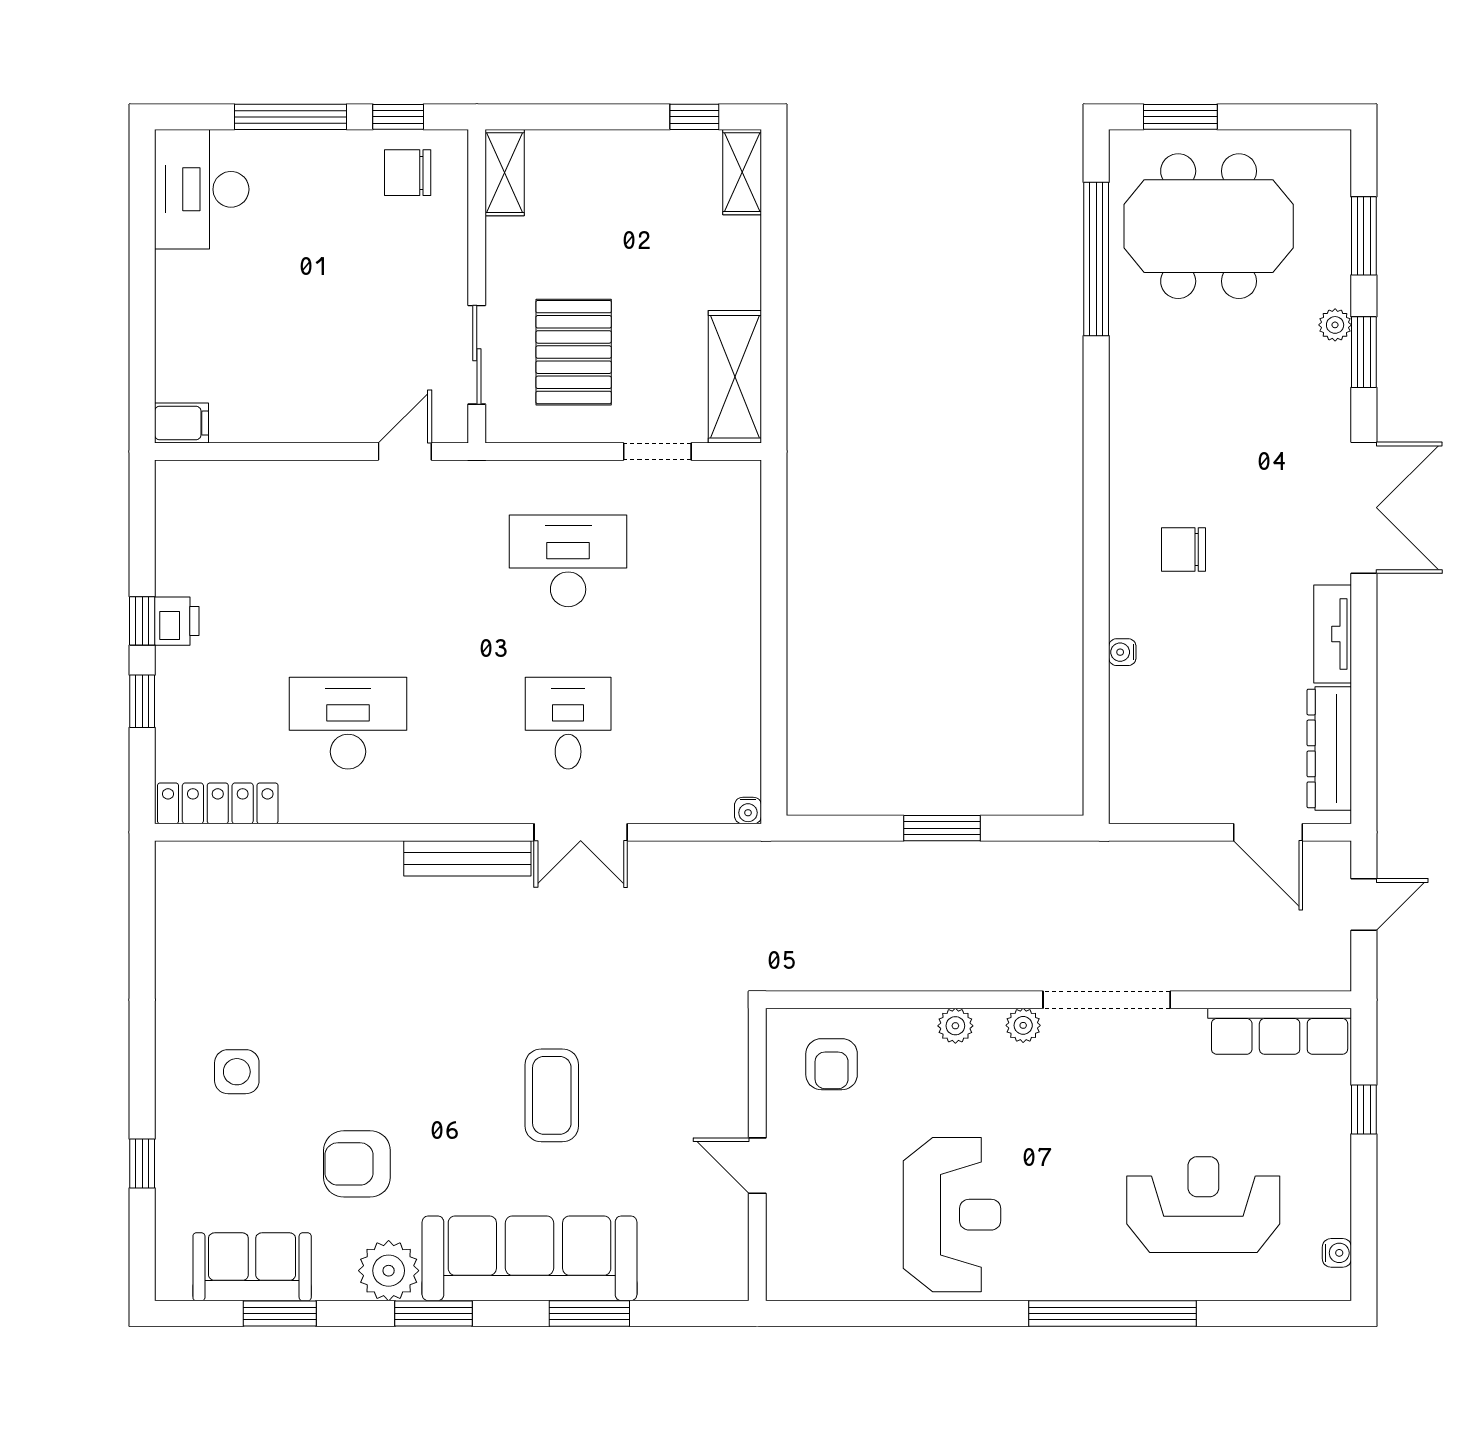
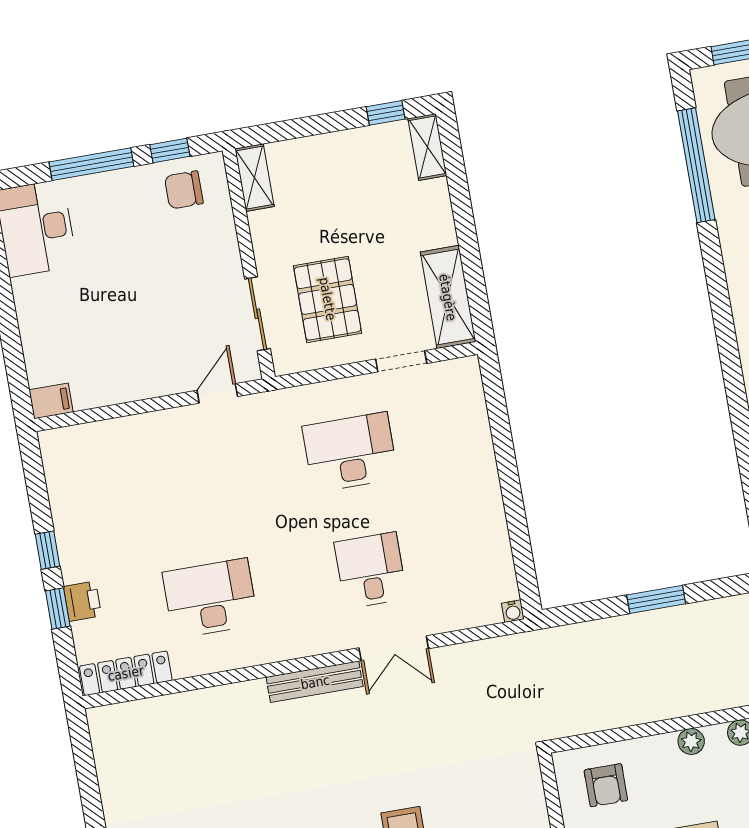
printer: (177, 621) -> (82, 601), moved

